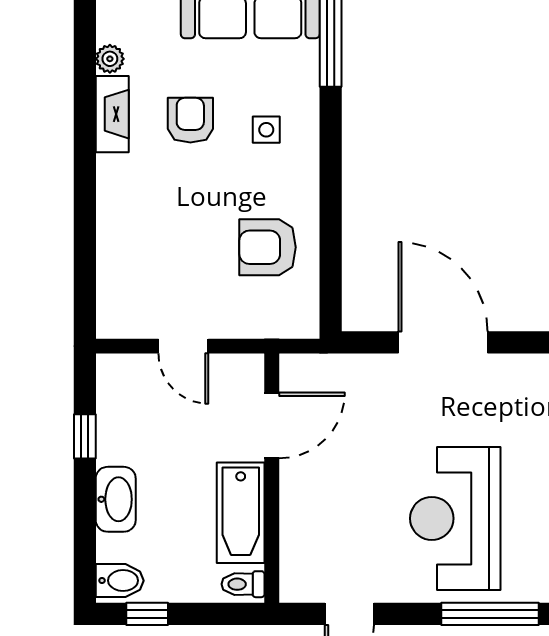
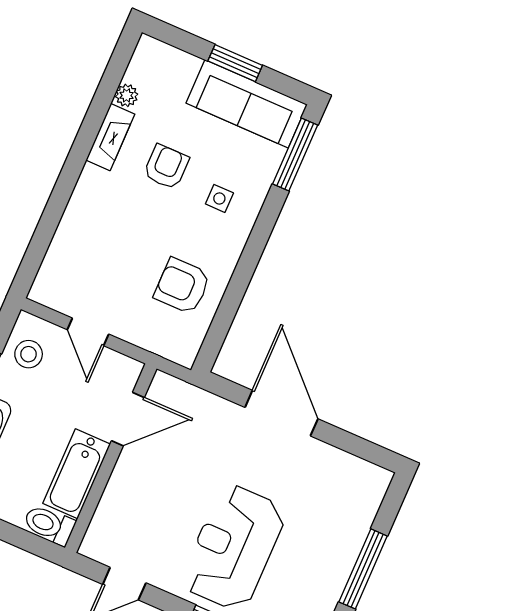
stool: (127, 401) -> (29, 354), added
toilet: (243, 584) -> (49, 525), width x1.37, depth x1.39

